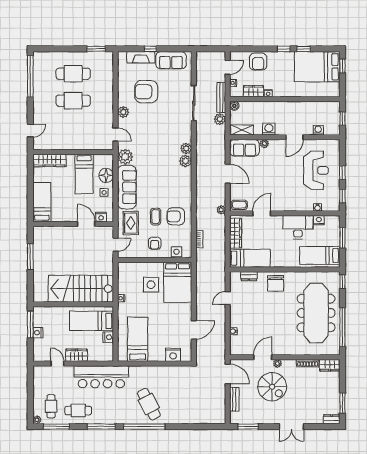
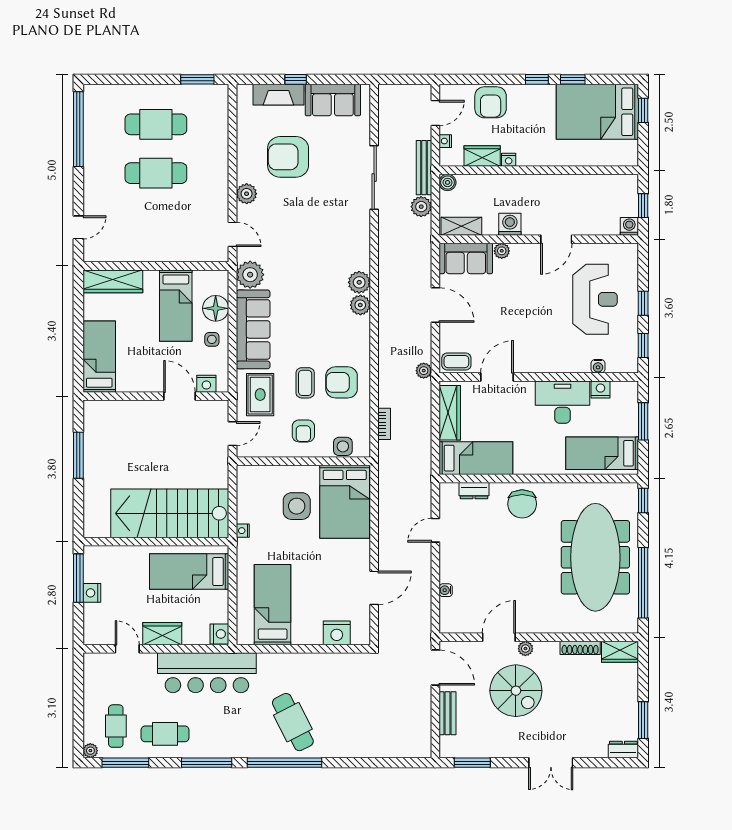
washing machine: (318, 130) -> (629, 226), moved
plant: (186, 148) -> (360, 305), moved
nightstand: (108, 337) -> (219, 634), moved

